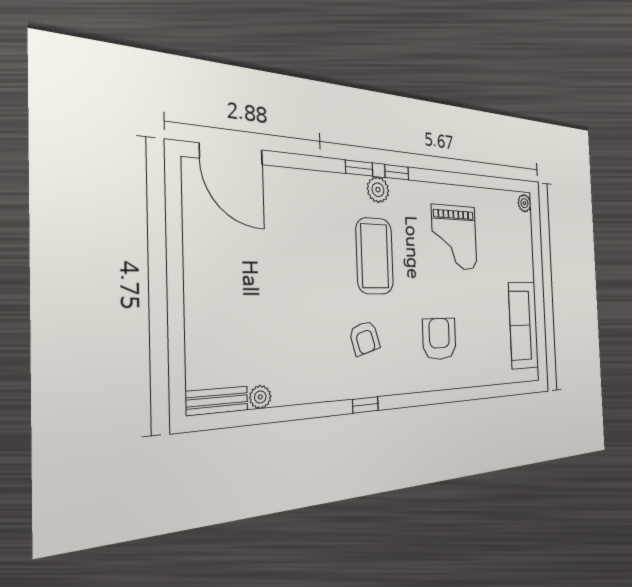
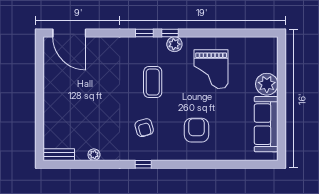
plant: (378, 190) -> (174, 44), moved
plant: (524, 203) -> (267, 84), moved, width x1.88, depth x1.88
coffee table: (375, 256) -> (153, 82), width x0.73, depth x0.76
plant: (260, 397) -> (94, 155), moved

